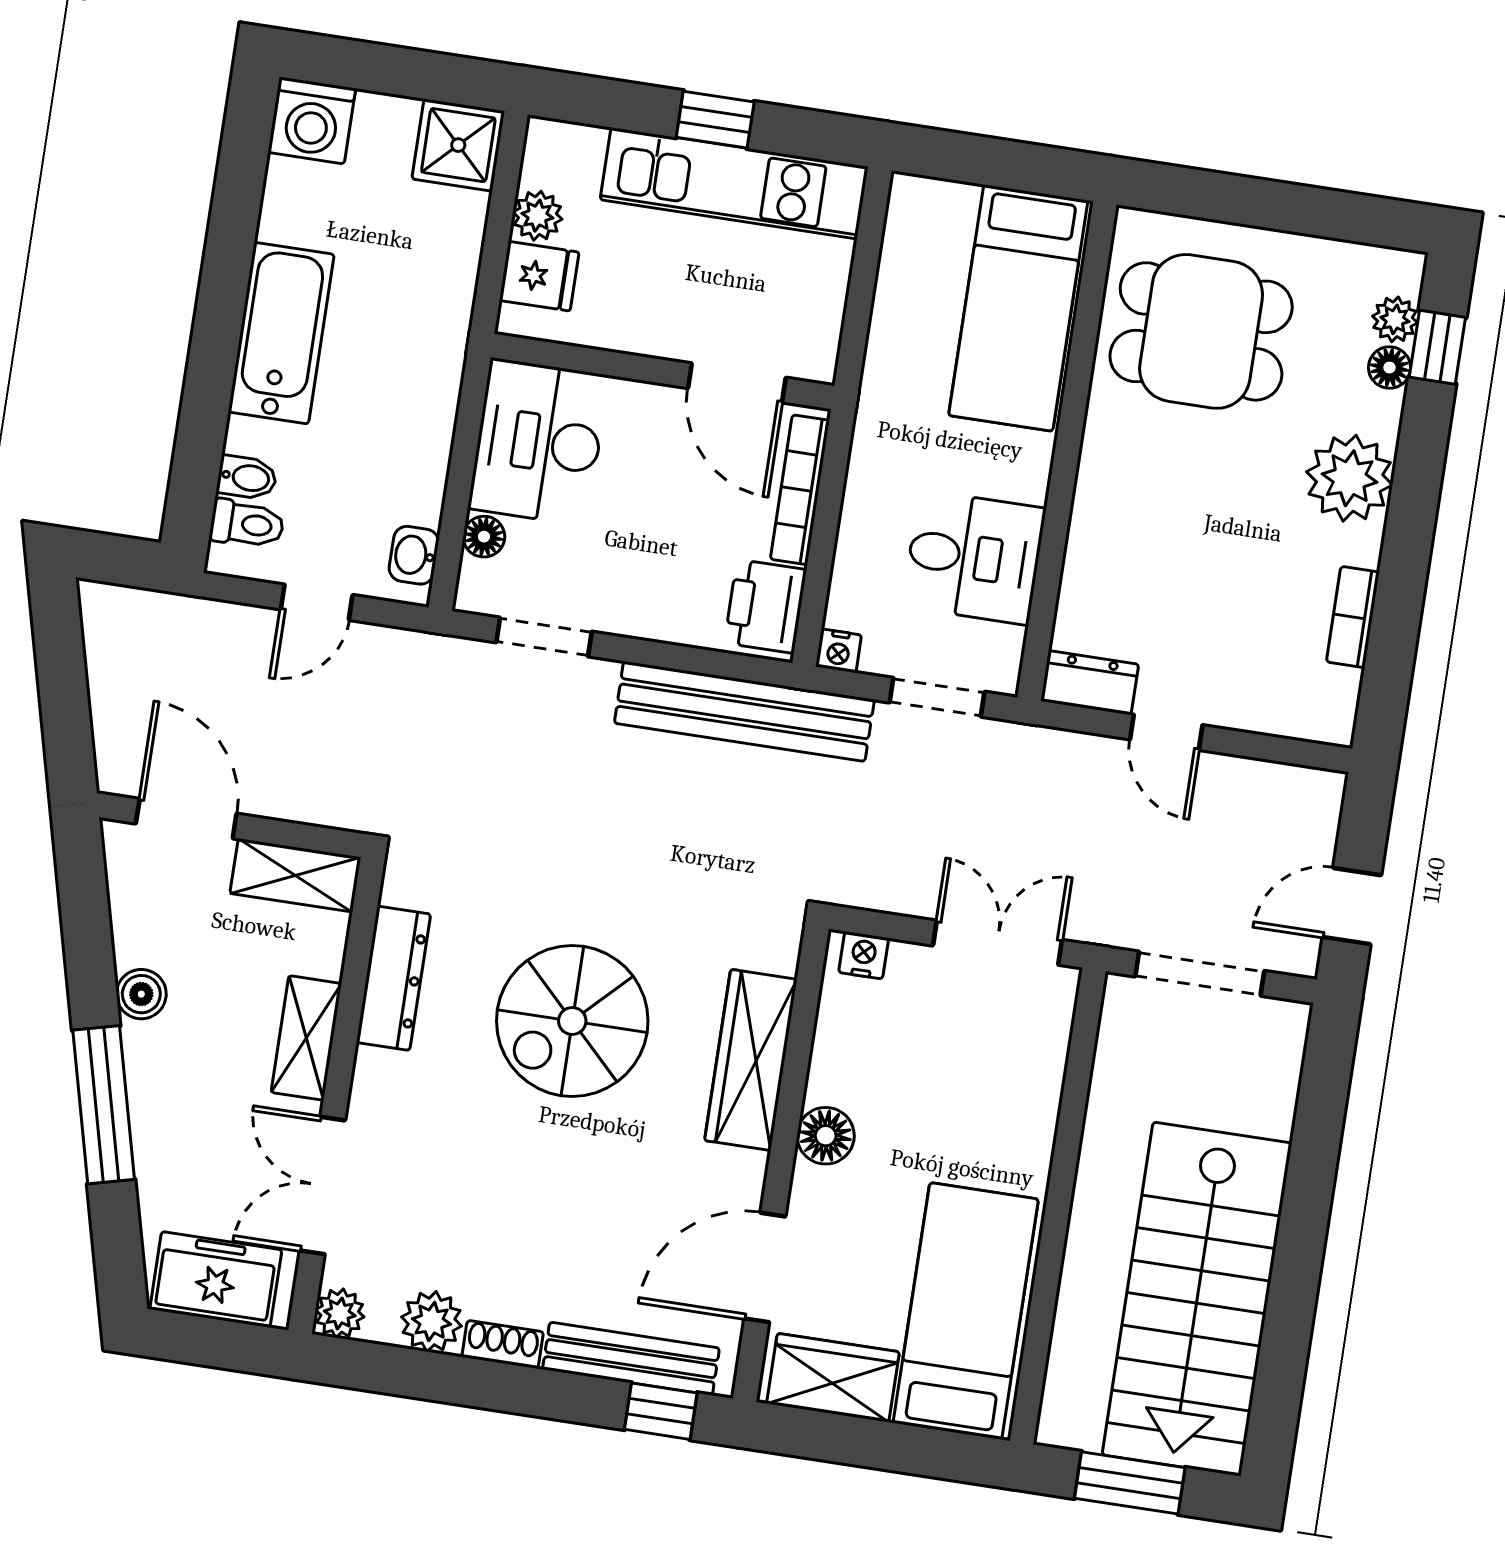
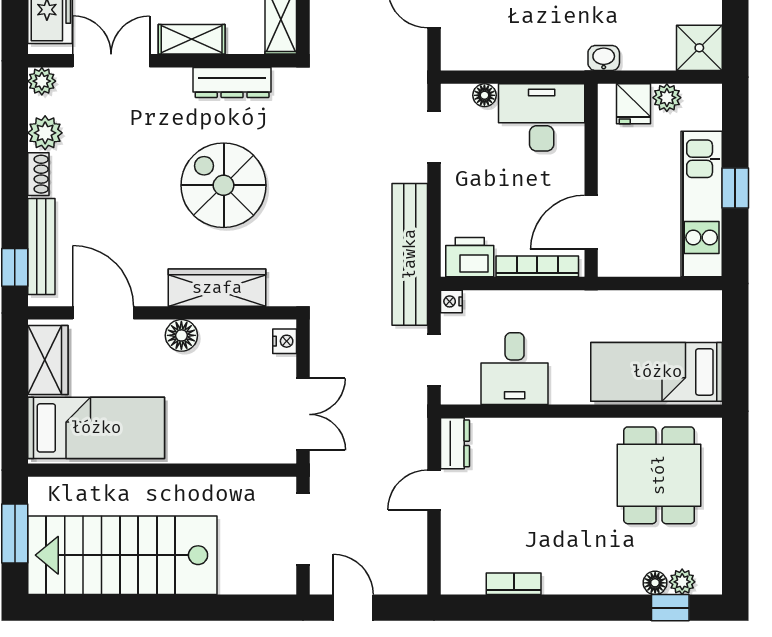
plant: (1350, 478) -> (590, 570), removed
washbasin: (414, 555) -> (604, 58), moved

